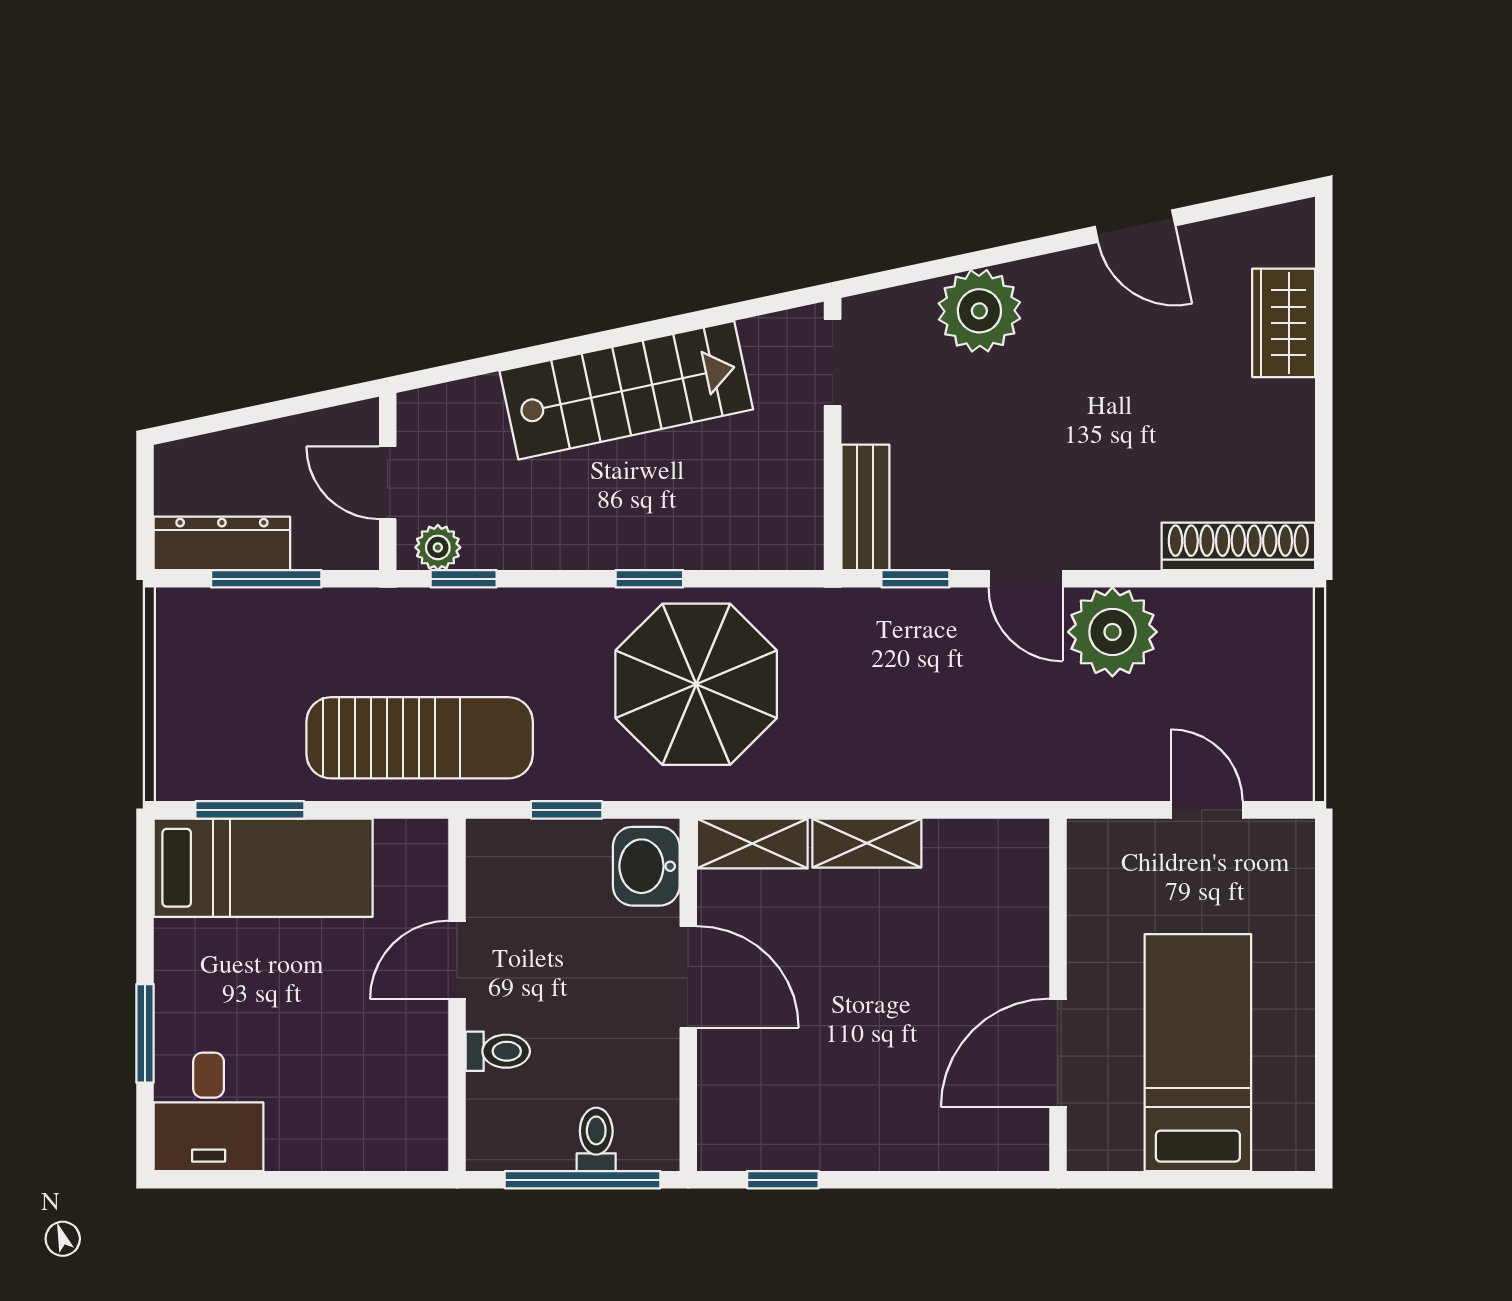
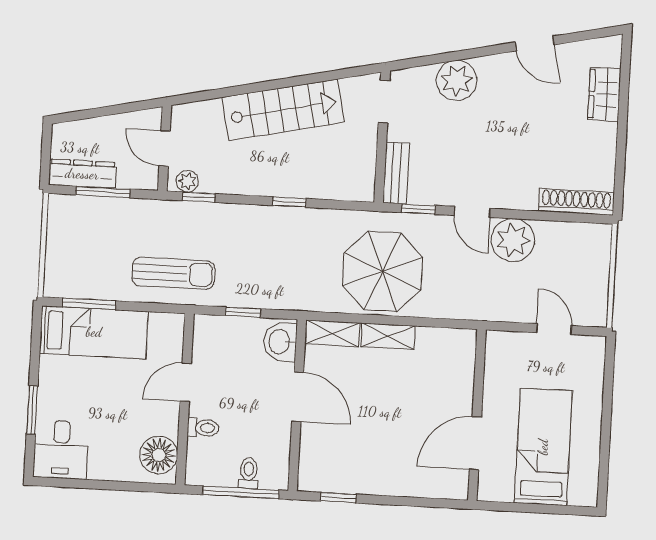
parasol: (696, 684) -> (382, 271), moved
sun lounger: (420, 738) -> (173, 273), width x0.73, depth x0.75
floor lamp: (410, 1112) -> (159, 455), added

